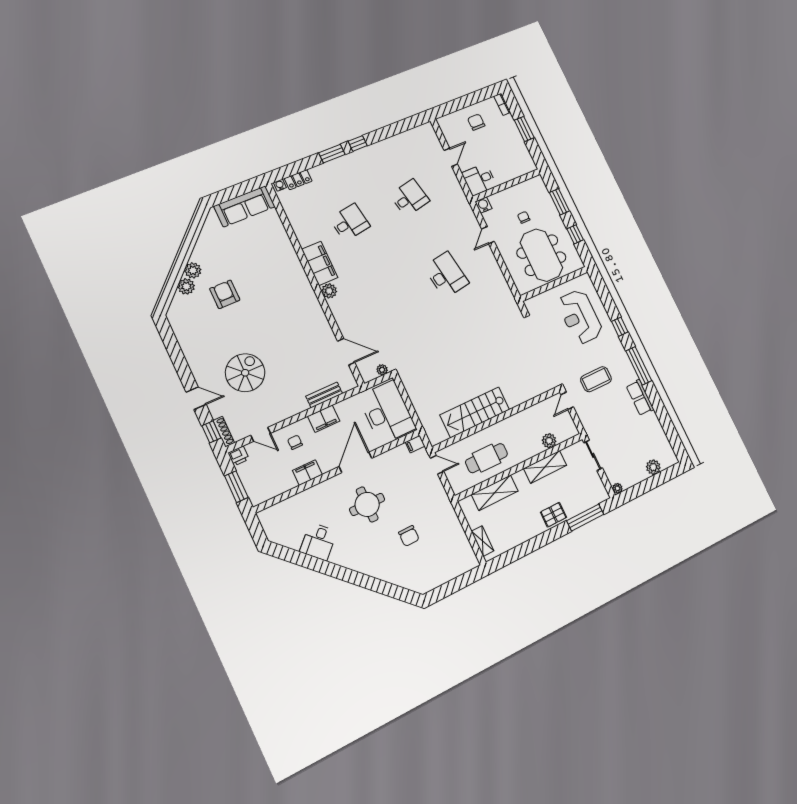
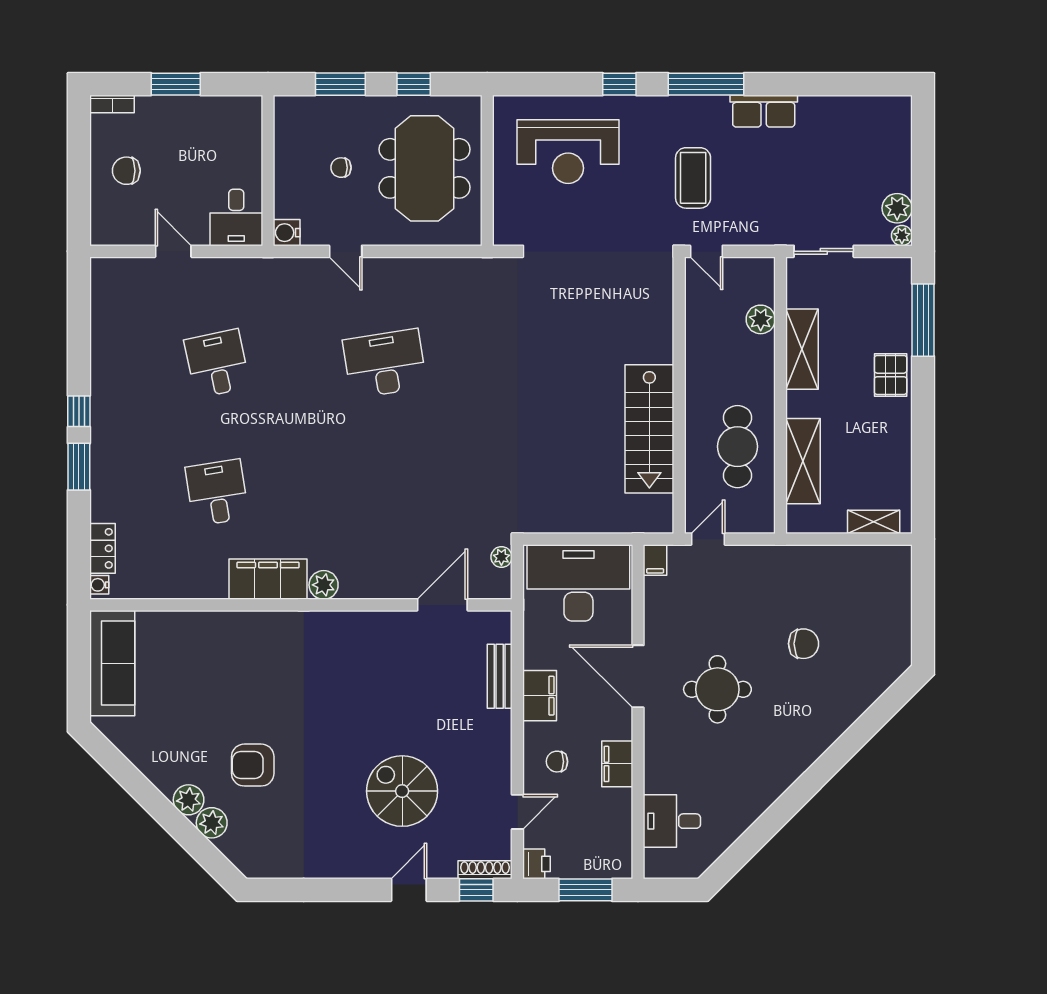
meeting table: (541, 255) -> (425, 168), turned 90
plant: (653, 467) -> (897, 208), moved
desk: (318, 542) -> (672, 821), moved, turned 135

